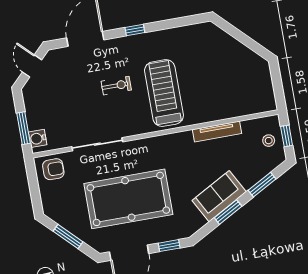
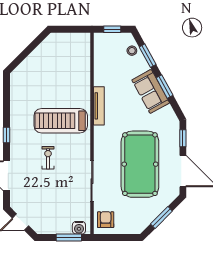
tv unit: (217, 131) -> (99, 106), moved
stool: (269, 141) -> (132, 51), moved

